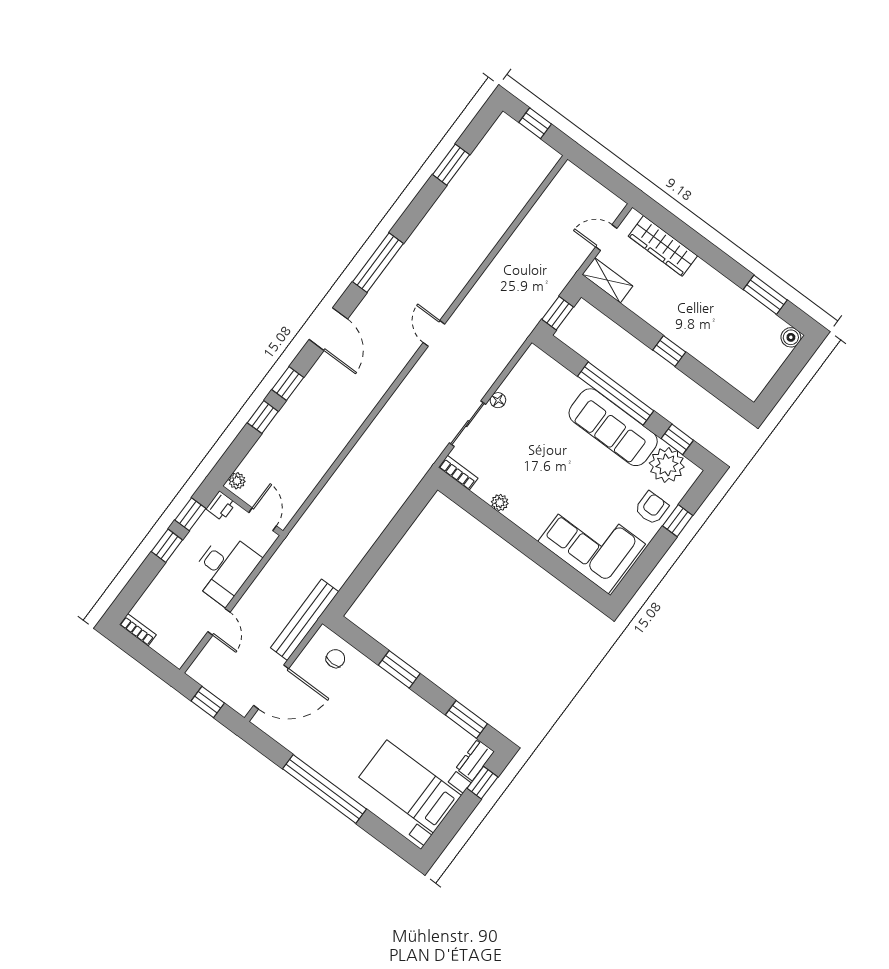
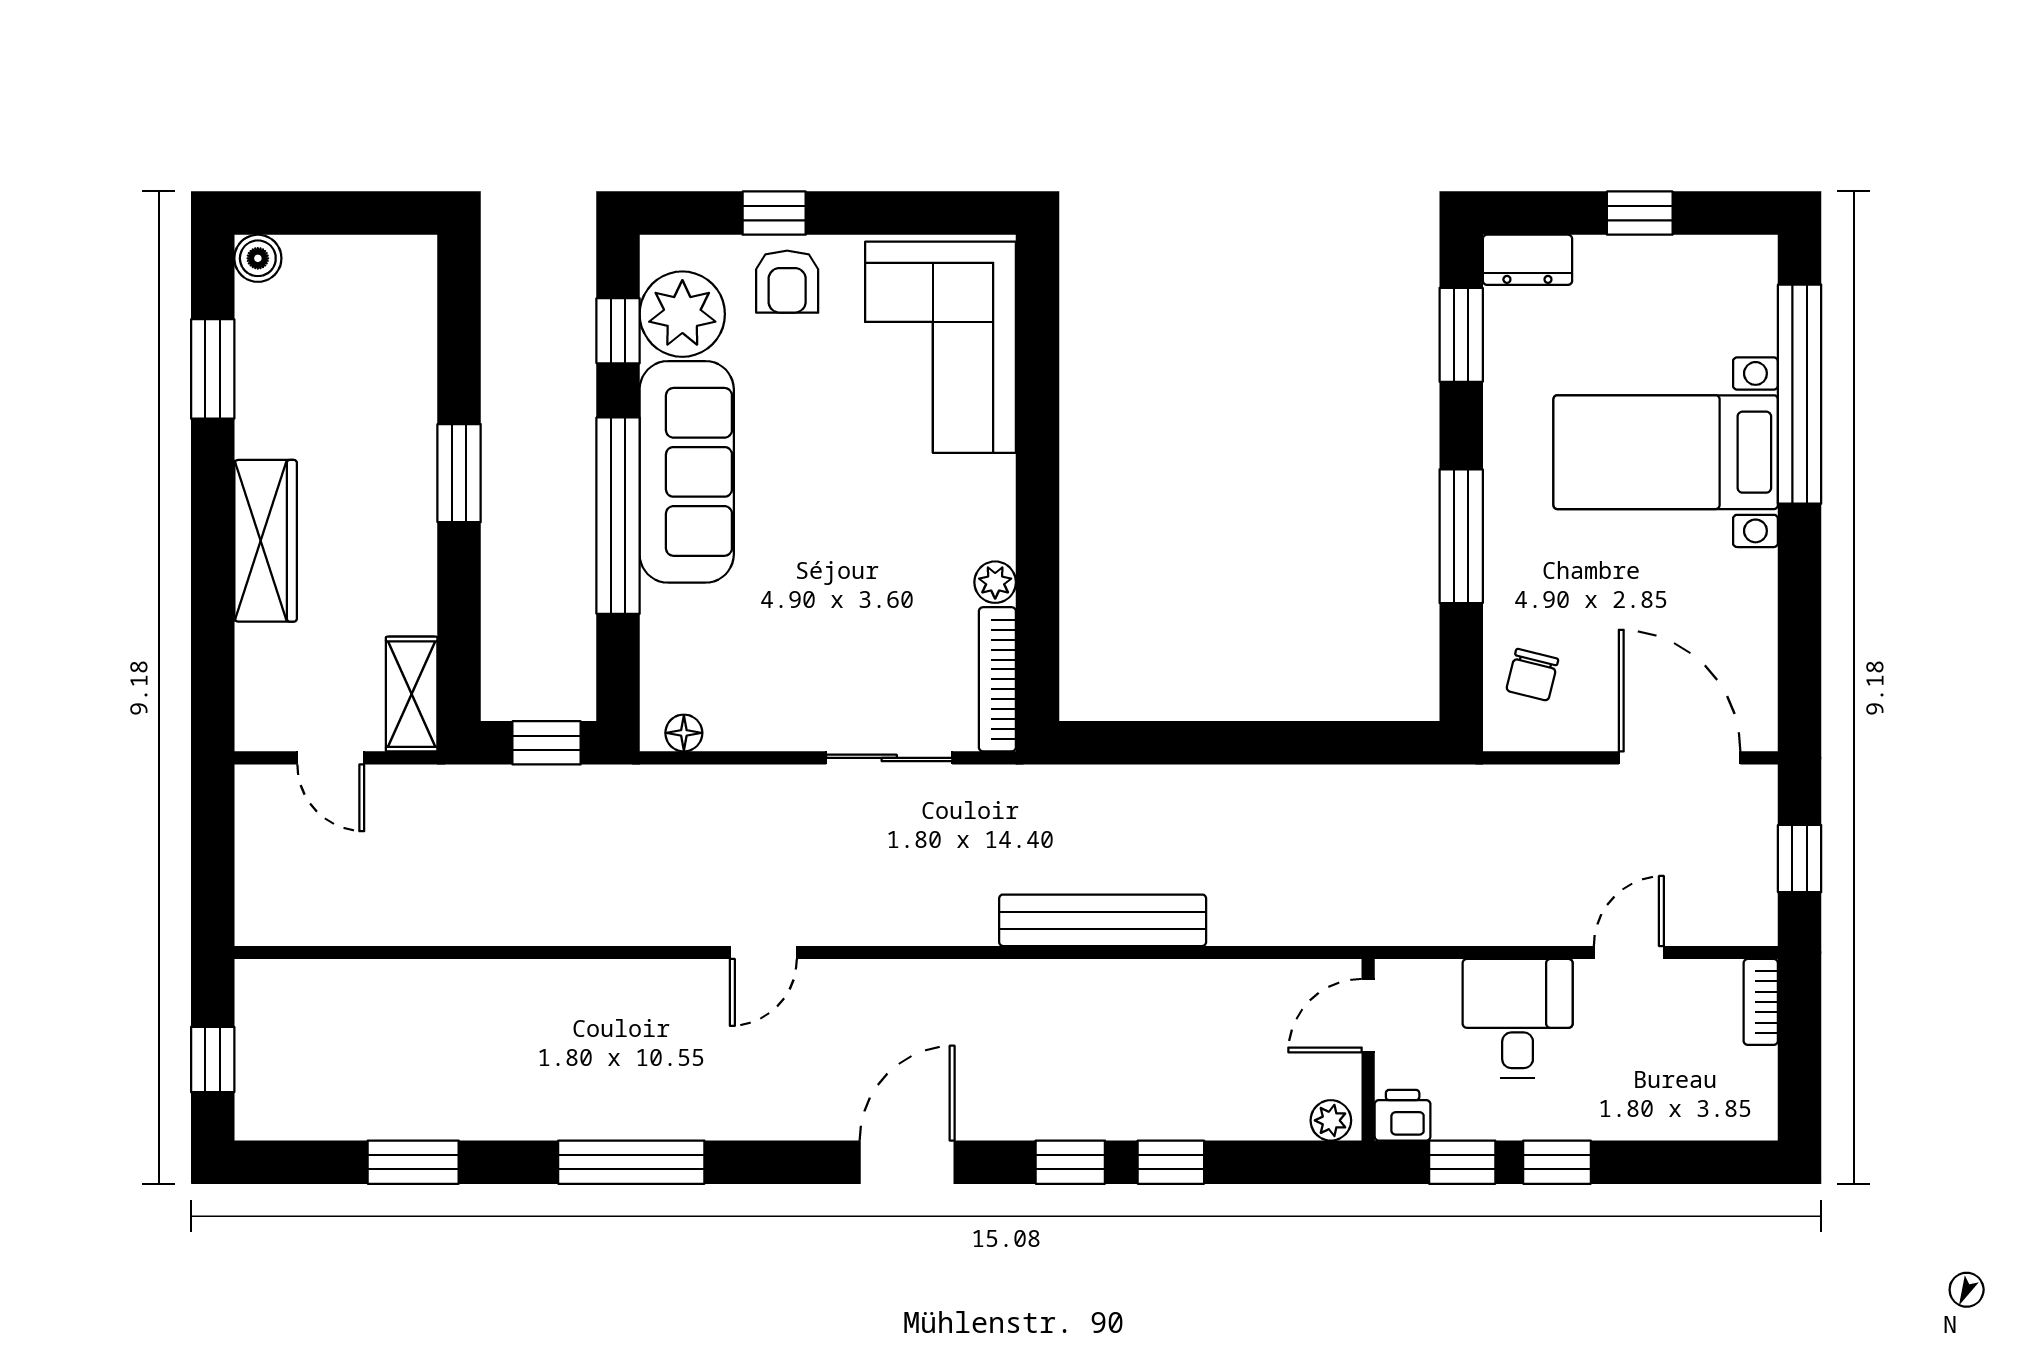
wardrobe: (663, 246) -> (266, 541), moved
window: (378, 263) -> (631, 1162), moved
window: (669, 351) -> (459, 473), width x1.50
floor lamp: (498, 400) -> (684, 733), moved
bookcase: (458, 473) -> (997, 679), width x1.56
armchair: (652, 508) -> (787, 282), turned -90
desk: (225, 568) -> (1518, 1018), width x0.73
bench: (305, 620) -> (1103, 920), moved
bookcase: (138, 630) -> (1761, 1002), moved
chair: (335, 659) -> (1532, 675), turned -76
window: (399, 669) -> (1461, 536), width x1.44
window: (482, 783) -> (1640, 213), moved
bed with nightstands: (410, 786) -> (1666, 452), moved, turned 90
window: (324, 789) -> (1800, 394), moved

